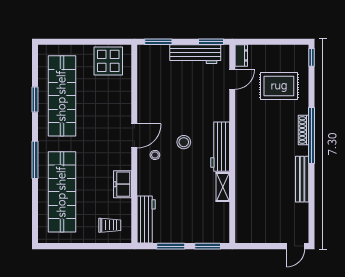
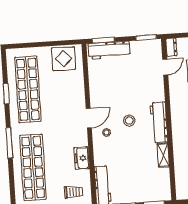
workbench: (195, 54) -> (109, 50), moved

